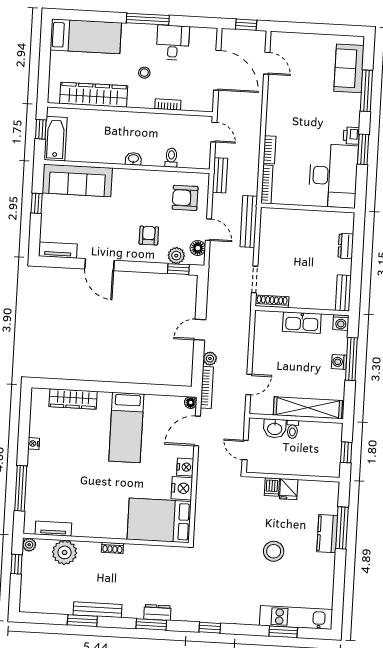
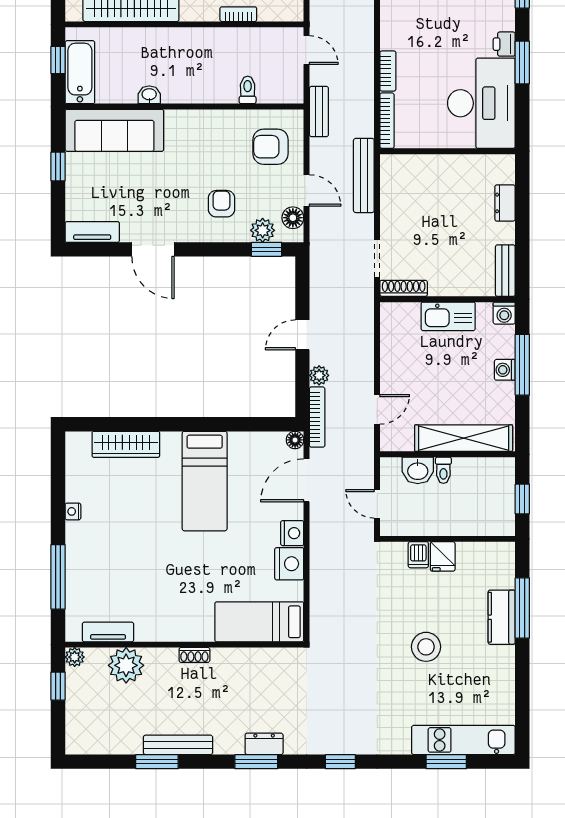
washbasin: (133, 159) -> (149, 95), moved
bed: (159, 520) -> (259, 622), width x0.67

